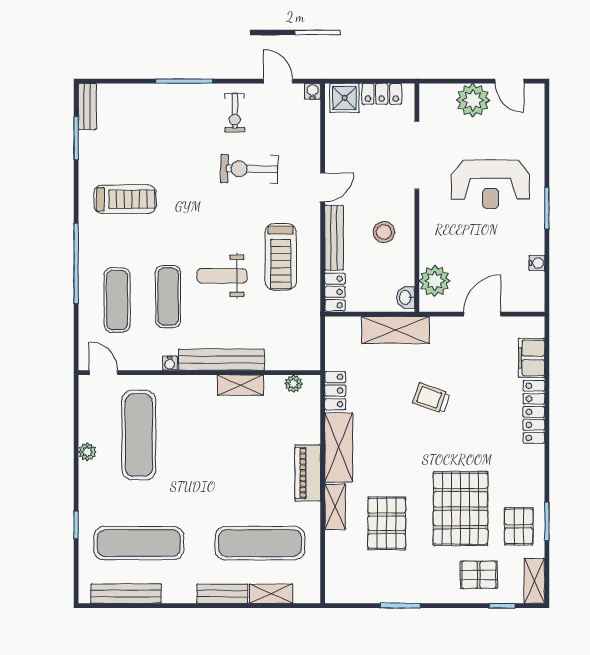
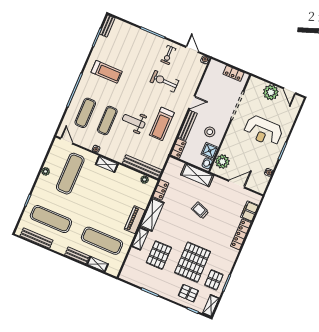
shower: (345, 98) -> (210, 151), moved
bench: (221, 360) -> (142, 167), moved
shelving: (240, 385) -> (107, 164), moved

